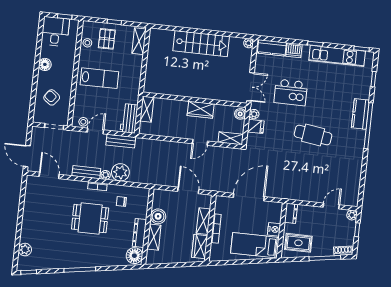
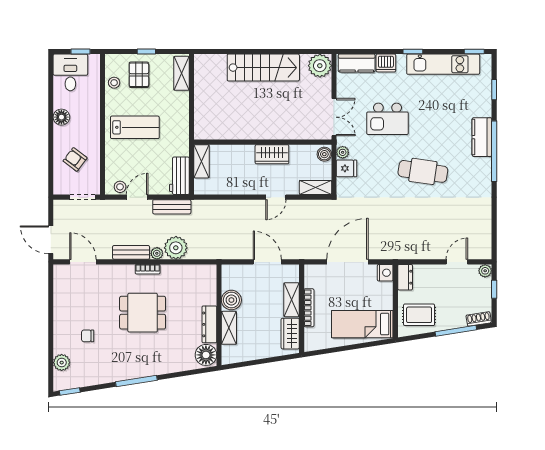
plant: (249, 43) -> (320, 66), width x1.88, depth x1.88
chair: (121, 201) -> (88, 336), moved
nightstand: (274, 229) -> (385, 273), moved

